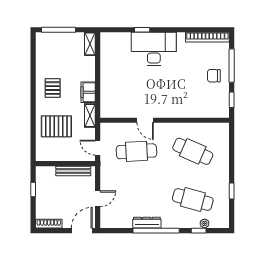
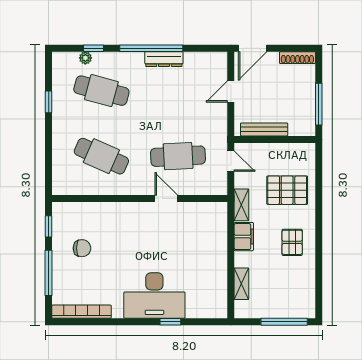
shelving: (90, 44) -> (241, 284), moved
chair: (214, 76) -> (82, 248), moved
window: (33, 190) -> (319, 104), width x2.17

